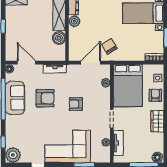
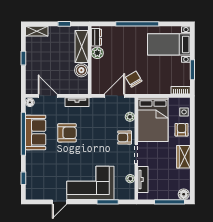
armchair: (76, 104) -> (125, 138), moved
plant: (13, 155) -> (34, 192), removed

